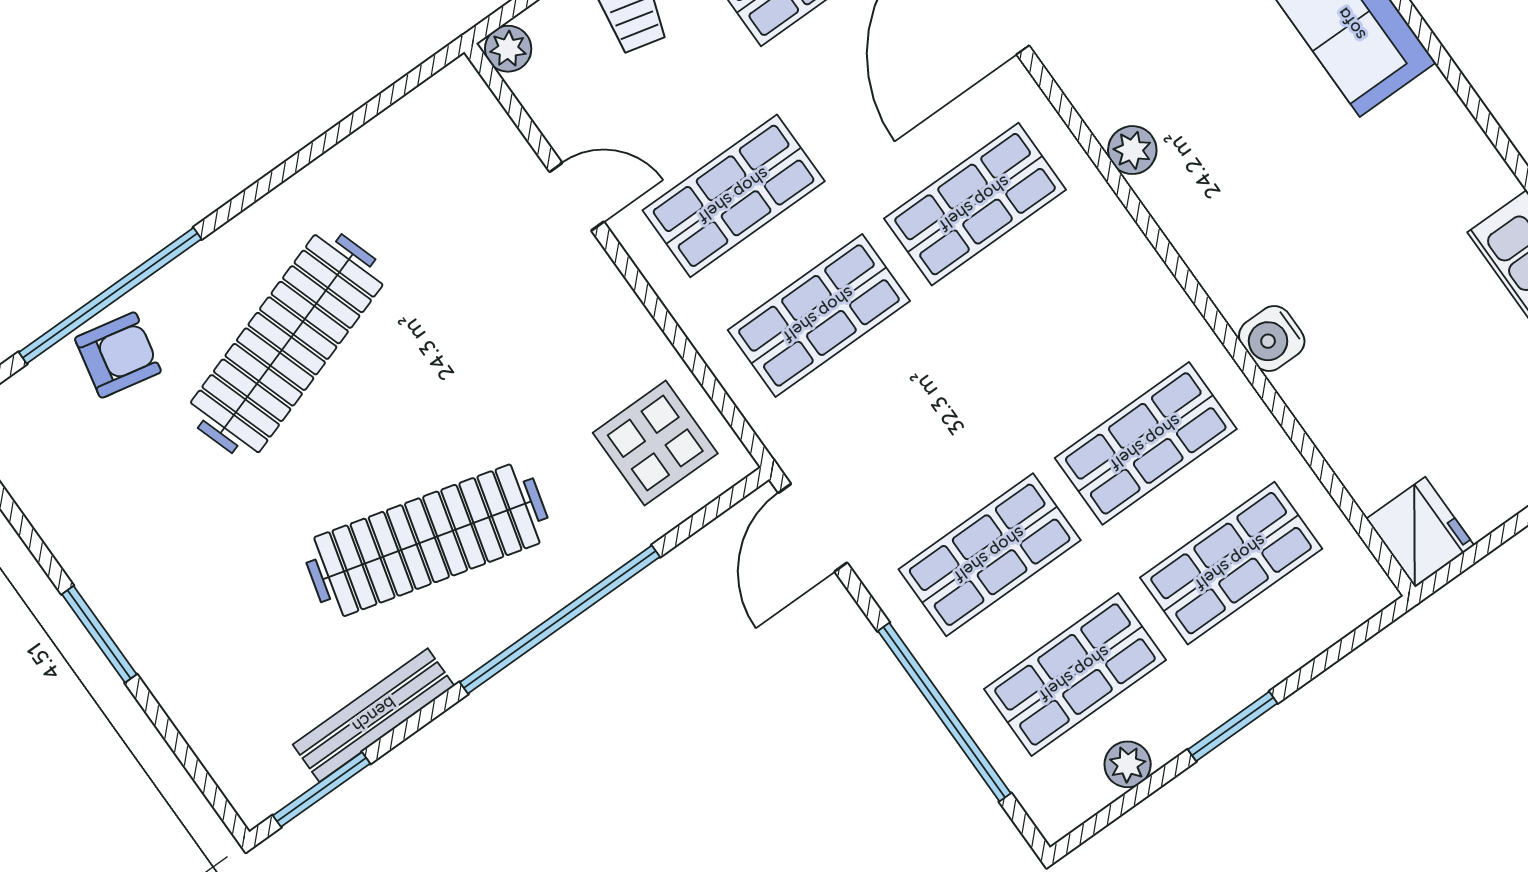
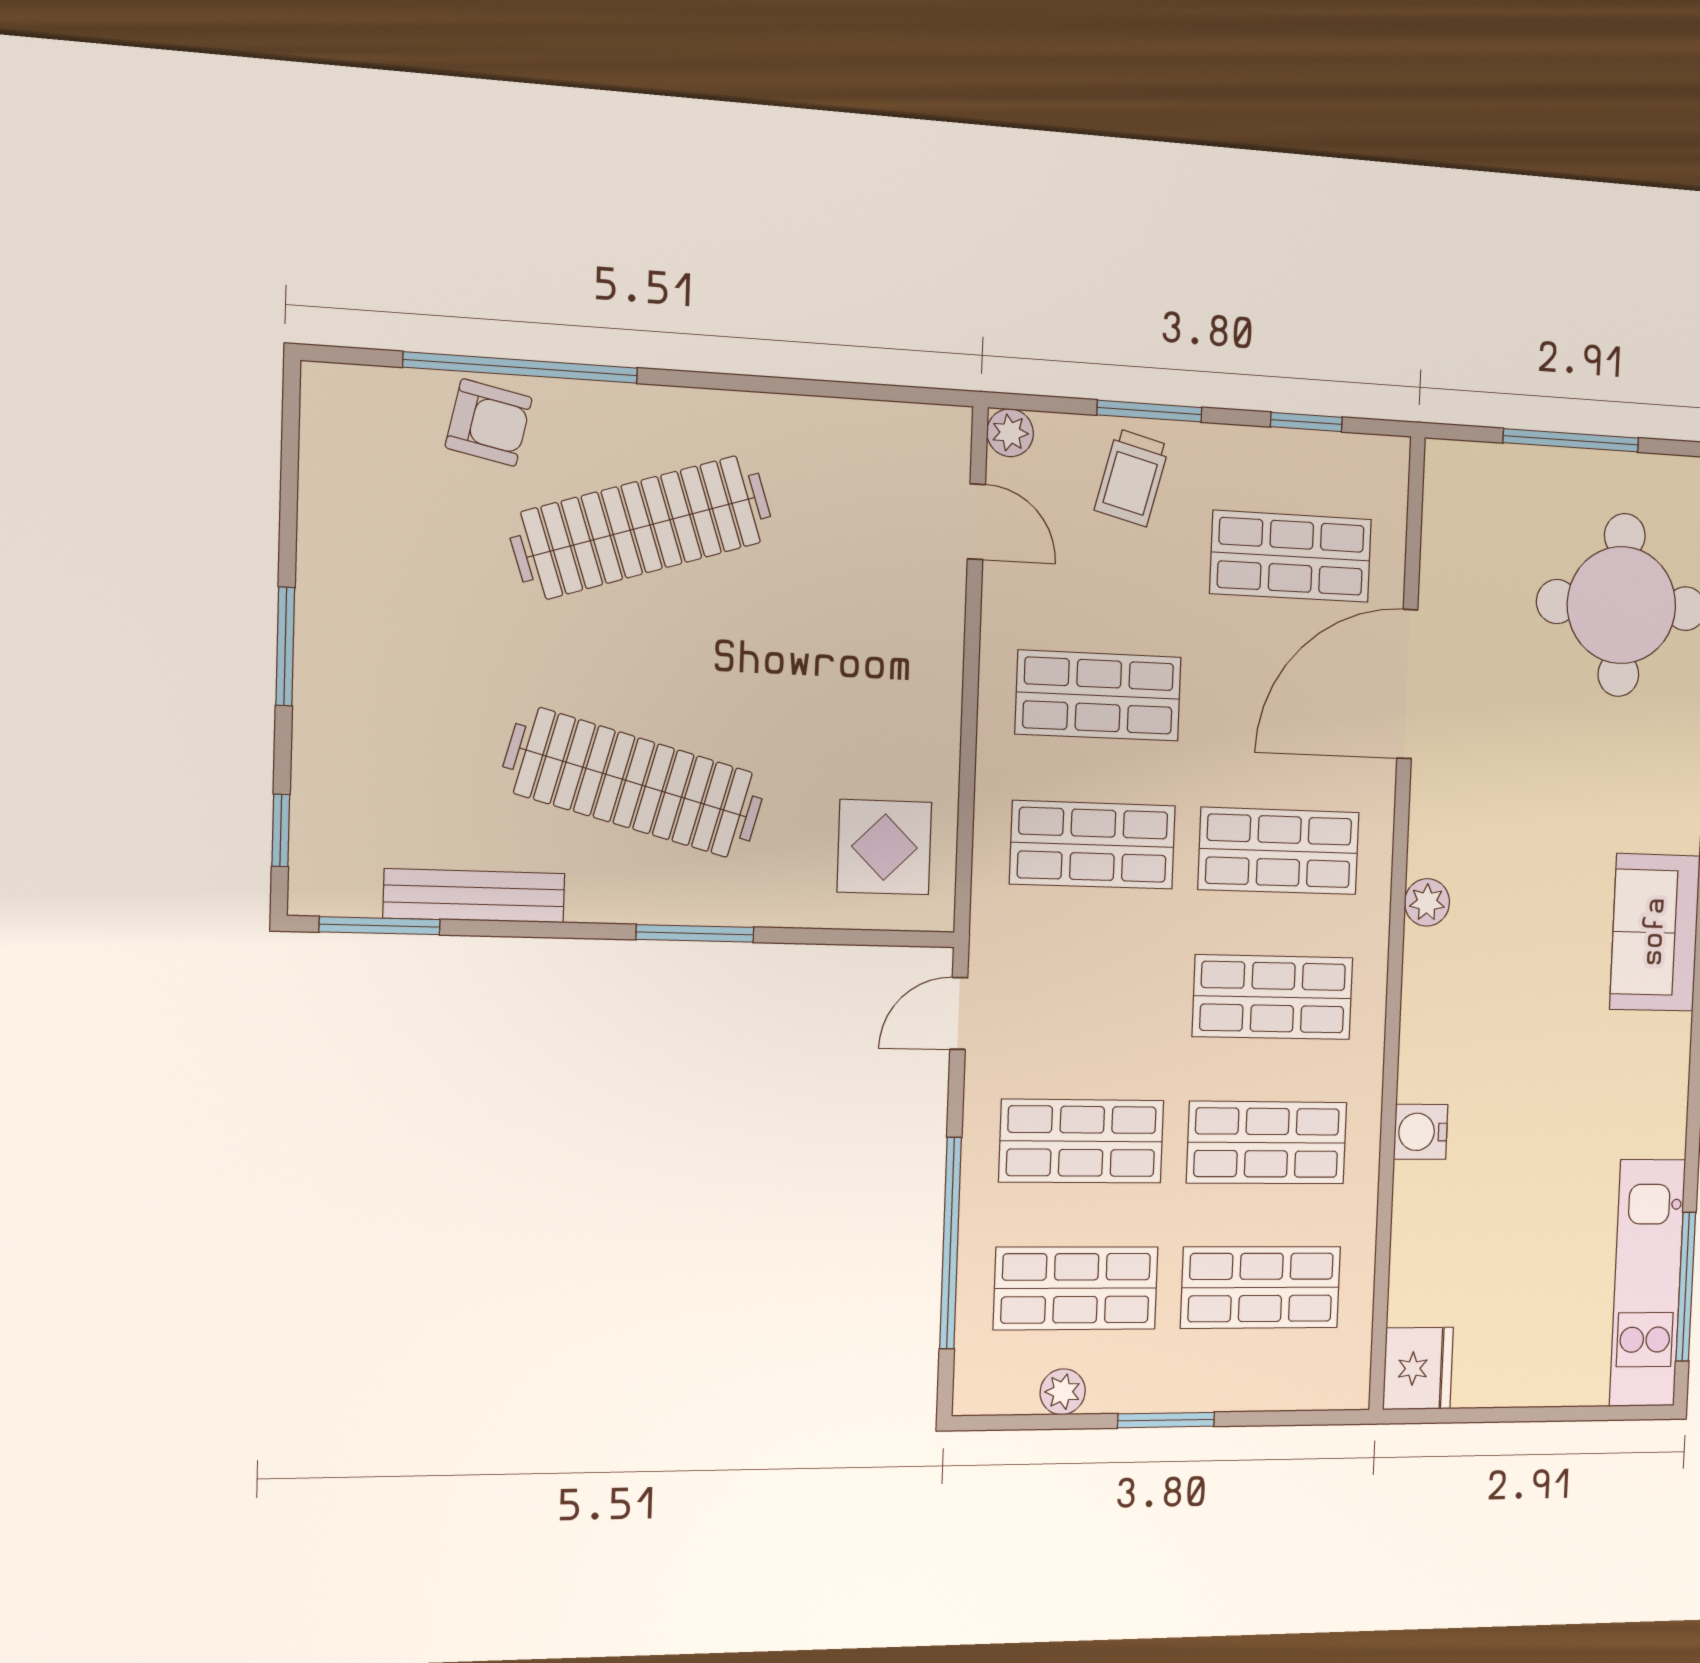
door: (577, 197) -> (976, 522), moved
shop shelf: (1060, 324) -> (1273, 997), added
door: (813, 528) -> (959, 1013), width x0.73
window: (560, 620) -> (695, 933), width x0.47
window: (198, 772) -> (281, 830), added

